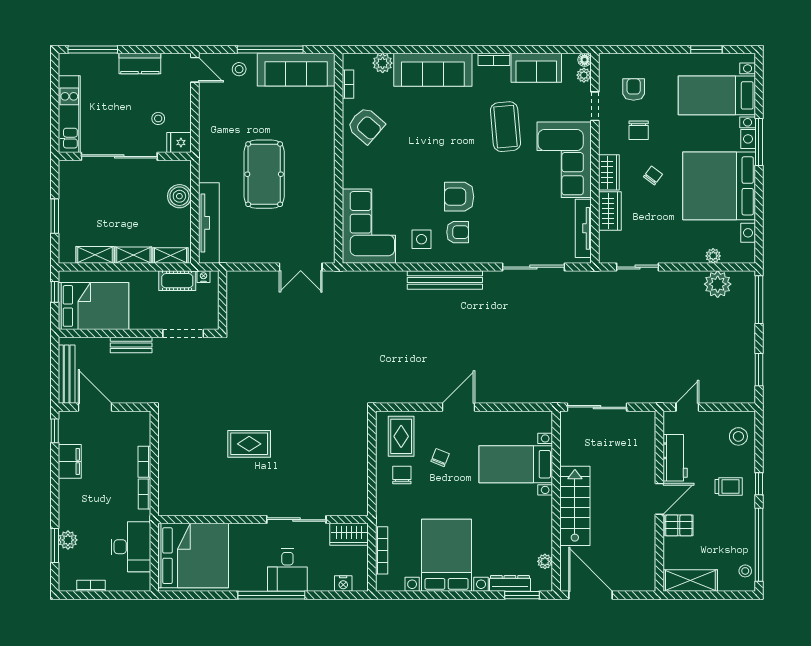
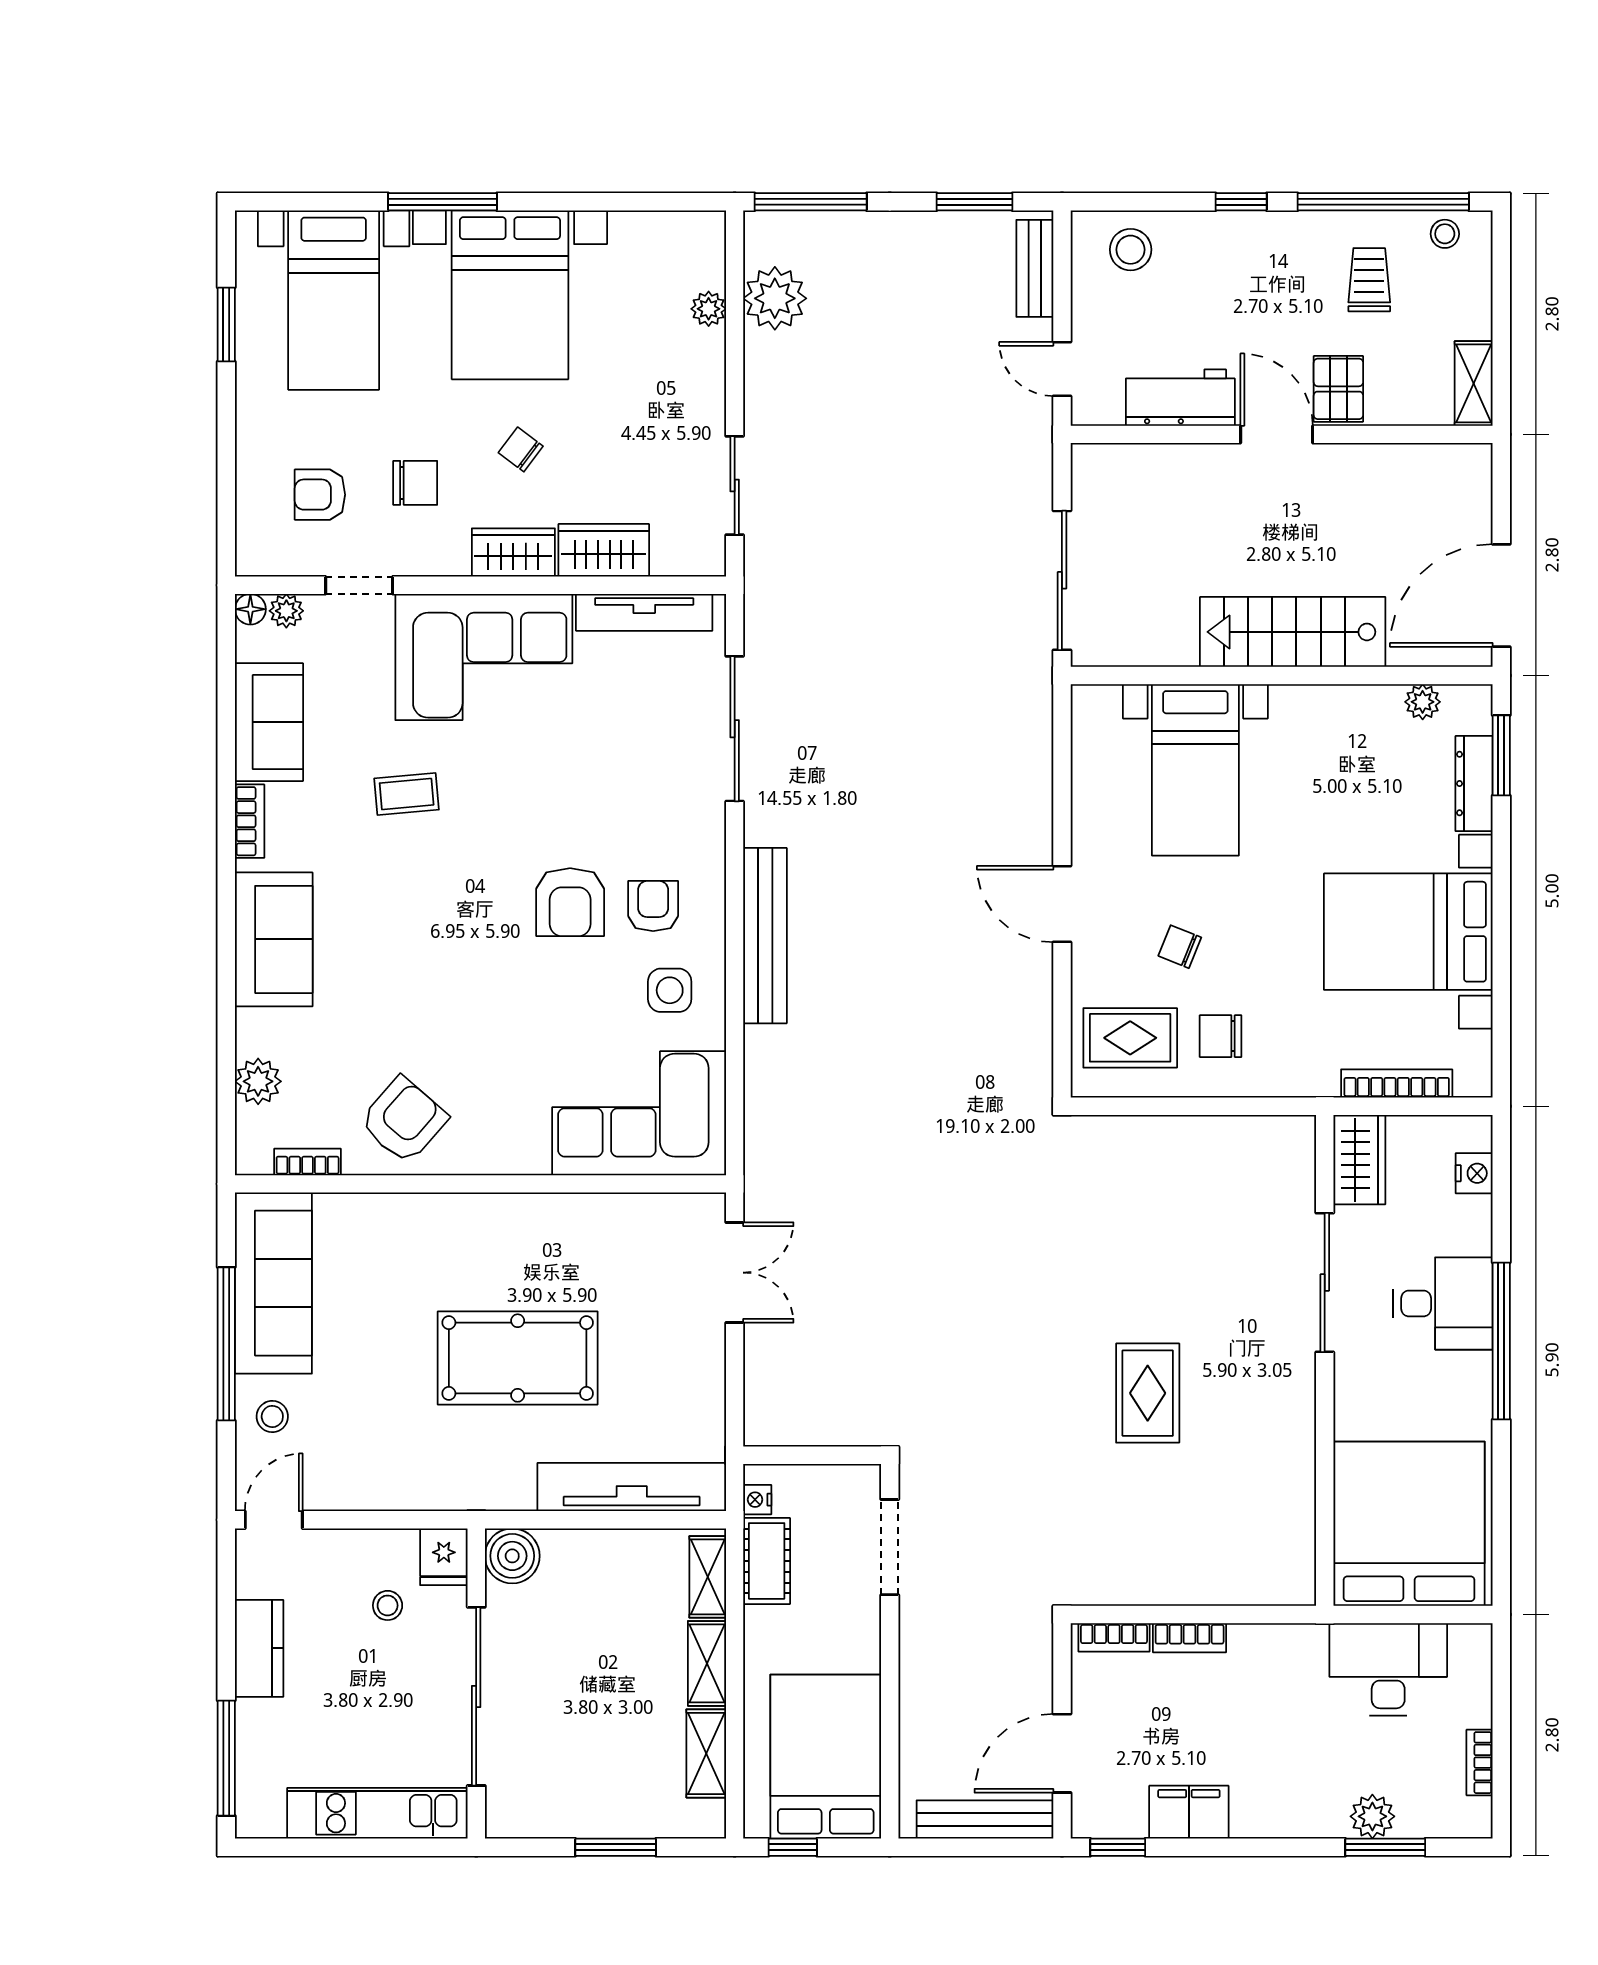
sofa: (433, 70) -> (274, 939), width x0.73
coffee table: (505, 127) -> (407, 794), width x0.54, depth x0.58
bed with nightstands: (719, 186) -> (510, 295), width x0.73
boiler: (179, 196) -> (512, 1556), moved
bench: (131, 345) -> (1035, 268), moved
trolley: (729, 486) -> (1369, 280), moved
bookcase: (145, 494) -> (1114, 1637), moved
shelving: (690, 581) -> (1474, 383), width x0.67, depth x0.75

